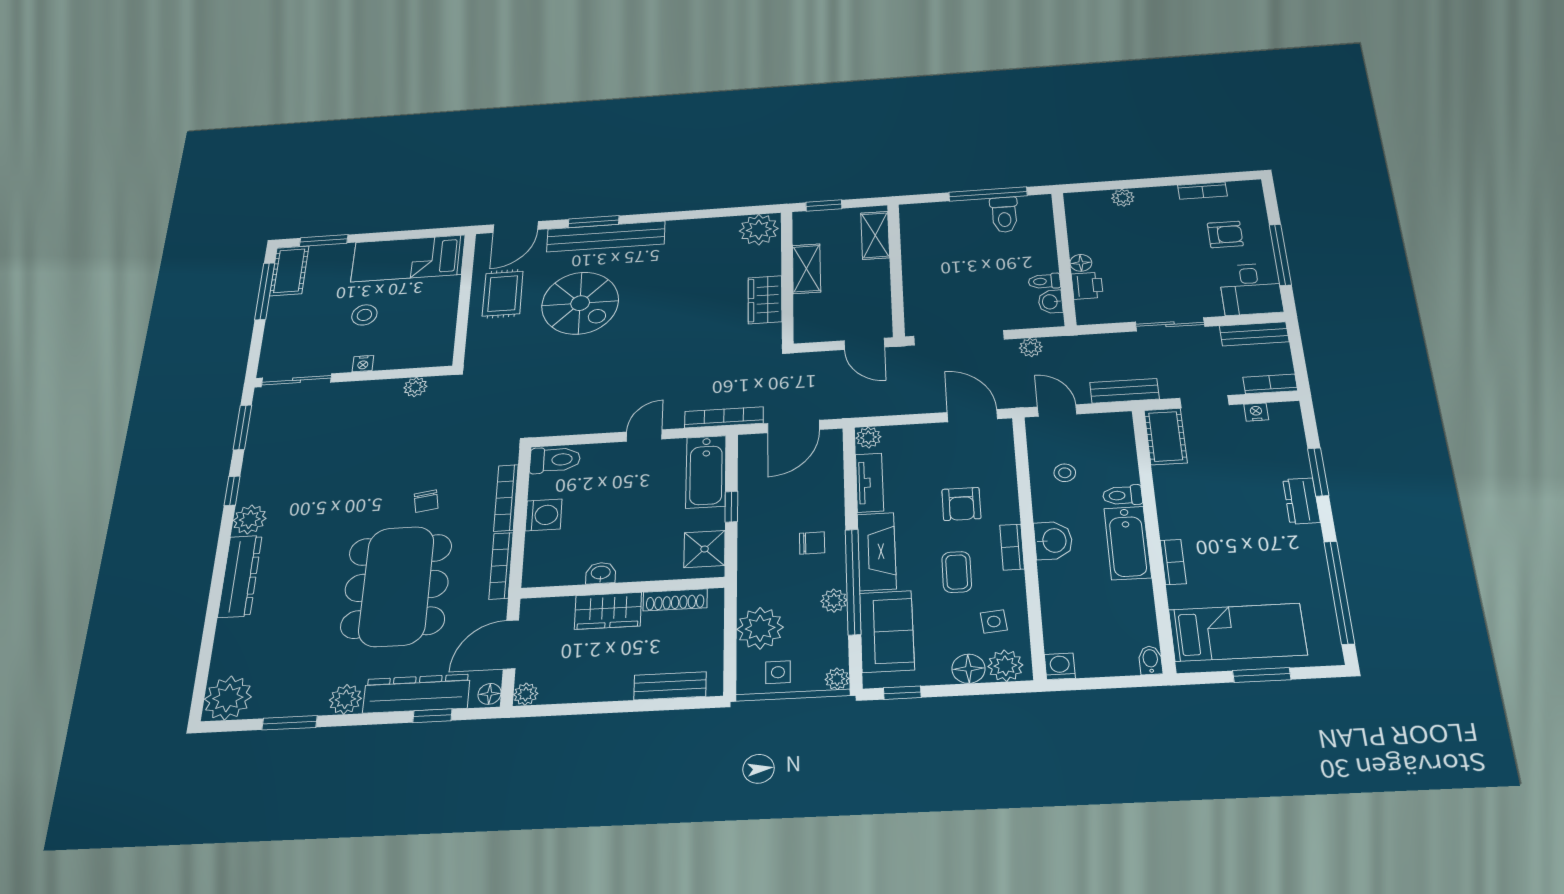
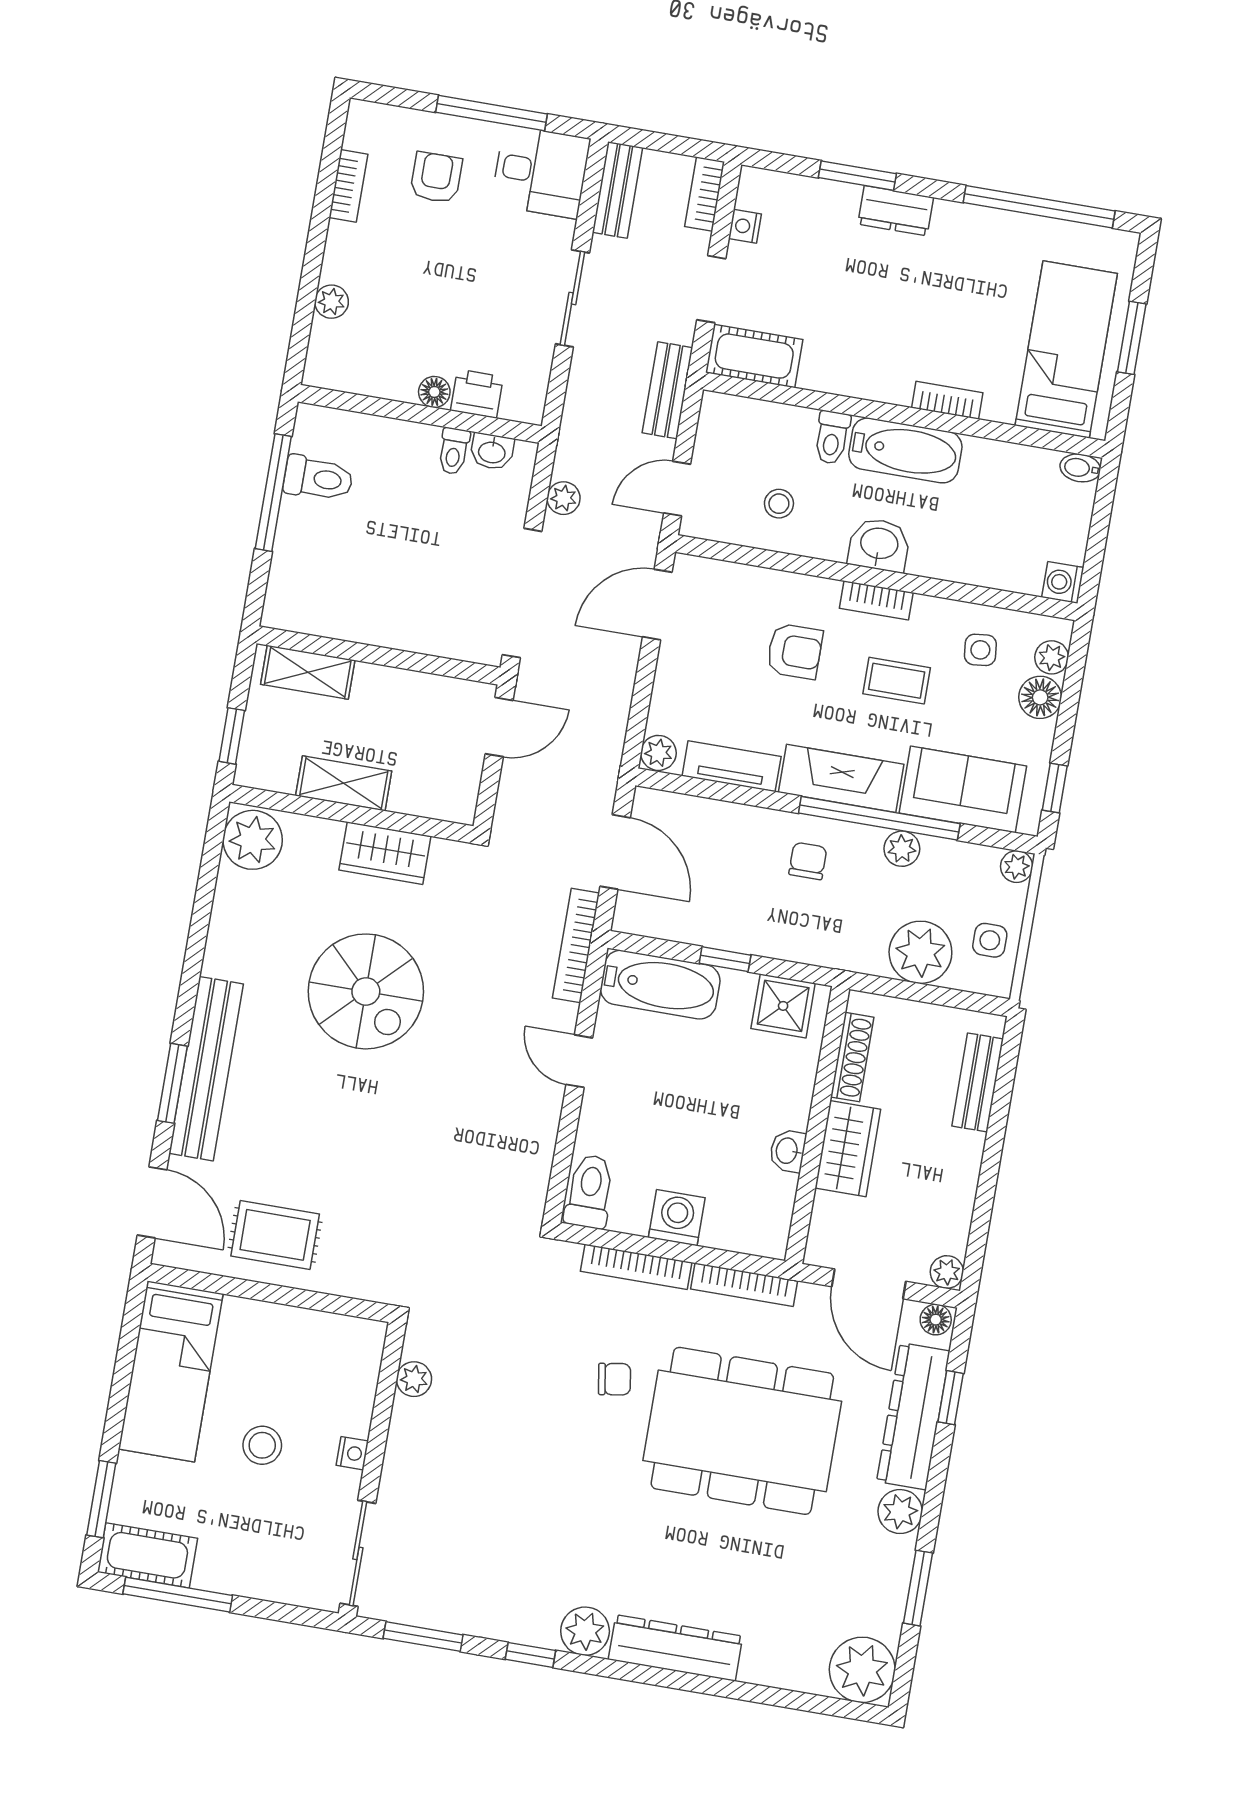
spiral stairs: (580, 303) -> (366, 991), moved, turned 90
plant: (1005, 666) -> (1052, 657), width x0.73, depth x0.73

